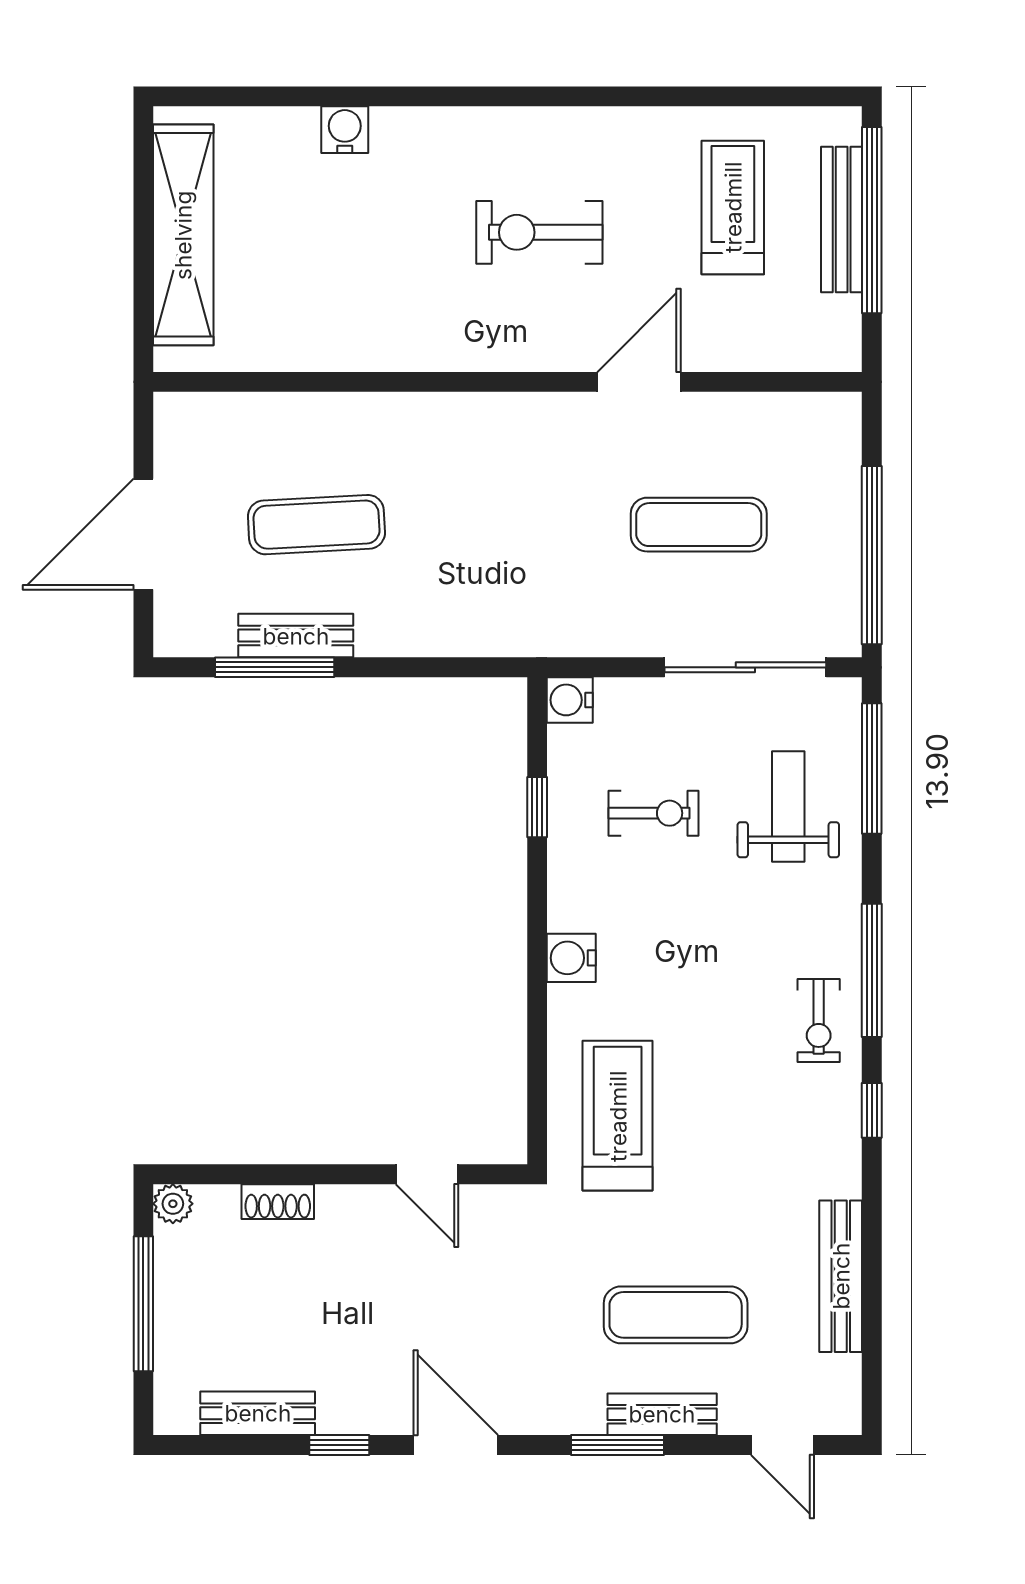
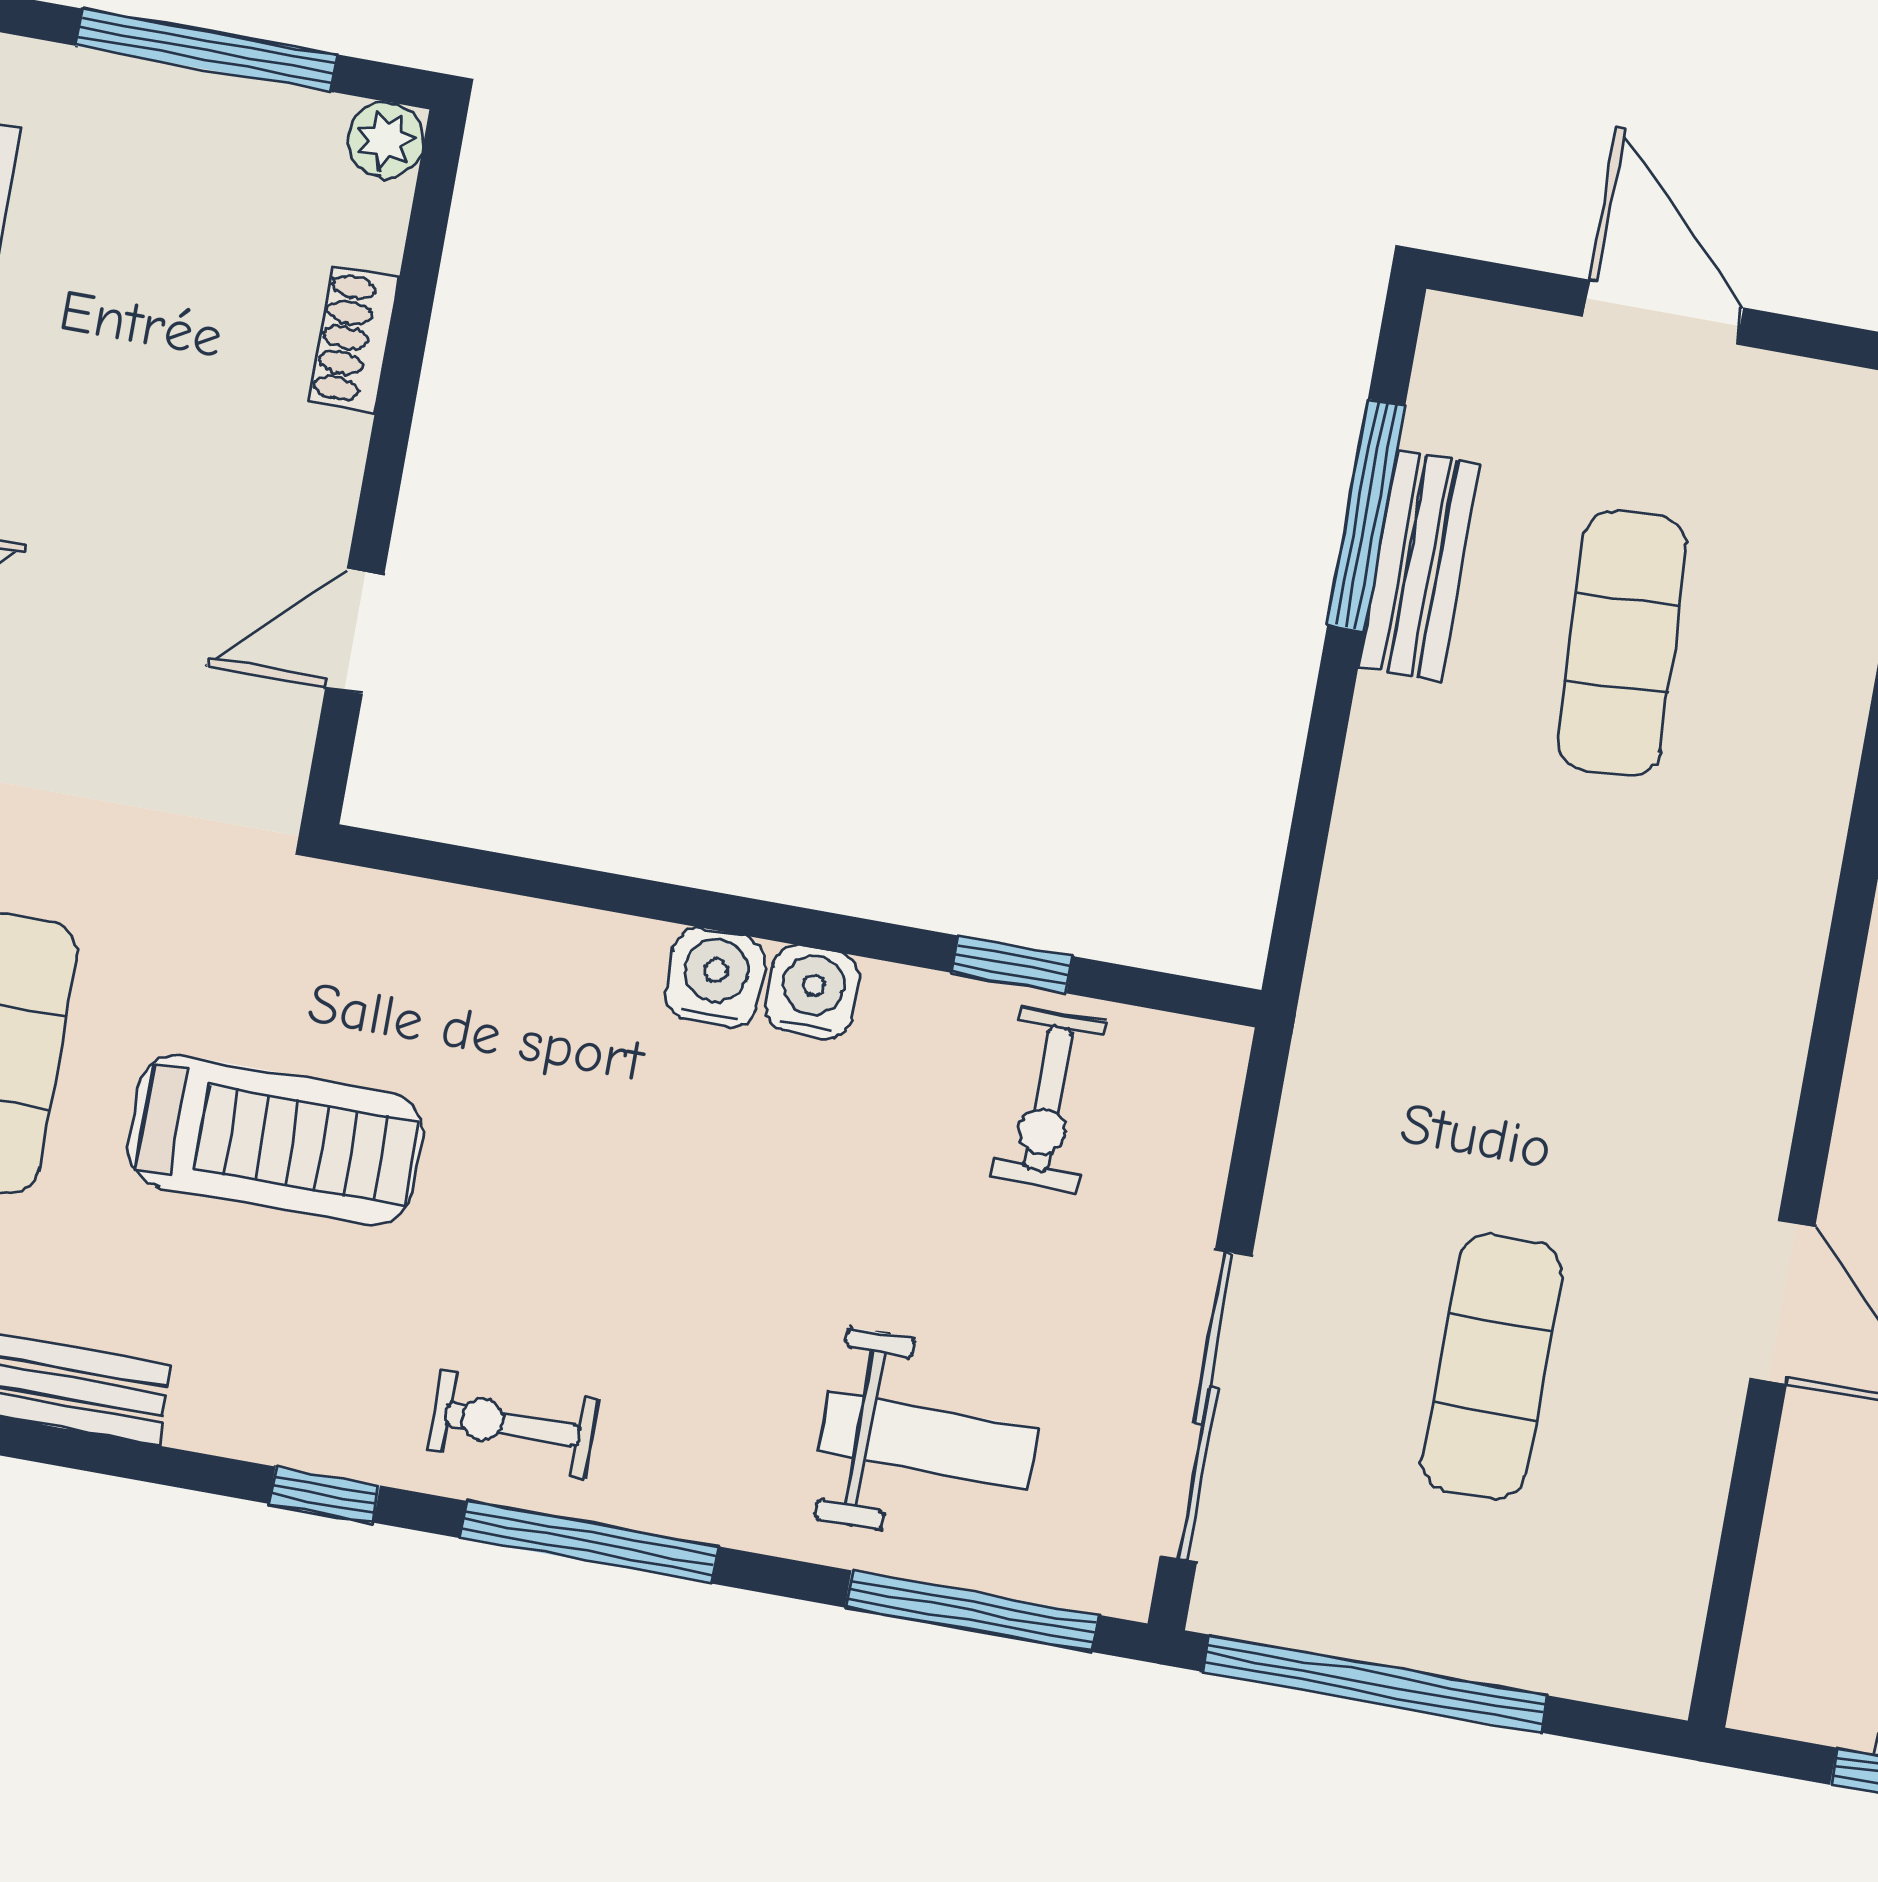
door: (143, 534) -> (1663, 312), width x0.73
water cooler: (570, 700) -> (812, 992), moved
exercise bike: (653, 813) -> (1048, 1099), moved
treadmill: (618, 1116) -> (275, 1140), moved

